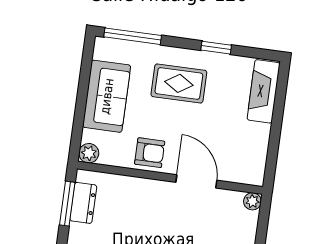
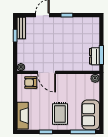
rug: (179, 83) -> (60, 114), turned 90
sofa: (107, 96) -> (91, 115), moved
armchair: (150, 153) -> (31, 83), moved

